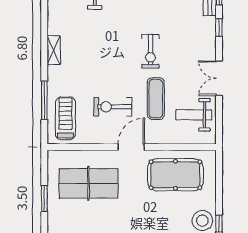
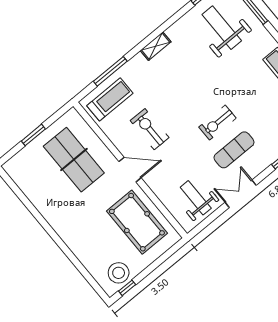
exercise mat: (156, 99) -> (234, 150), moved

